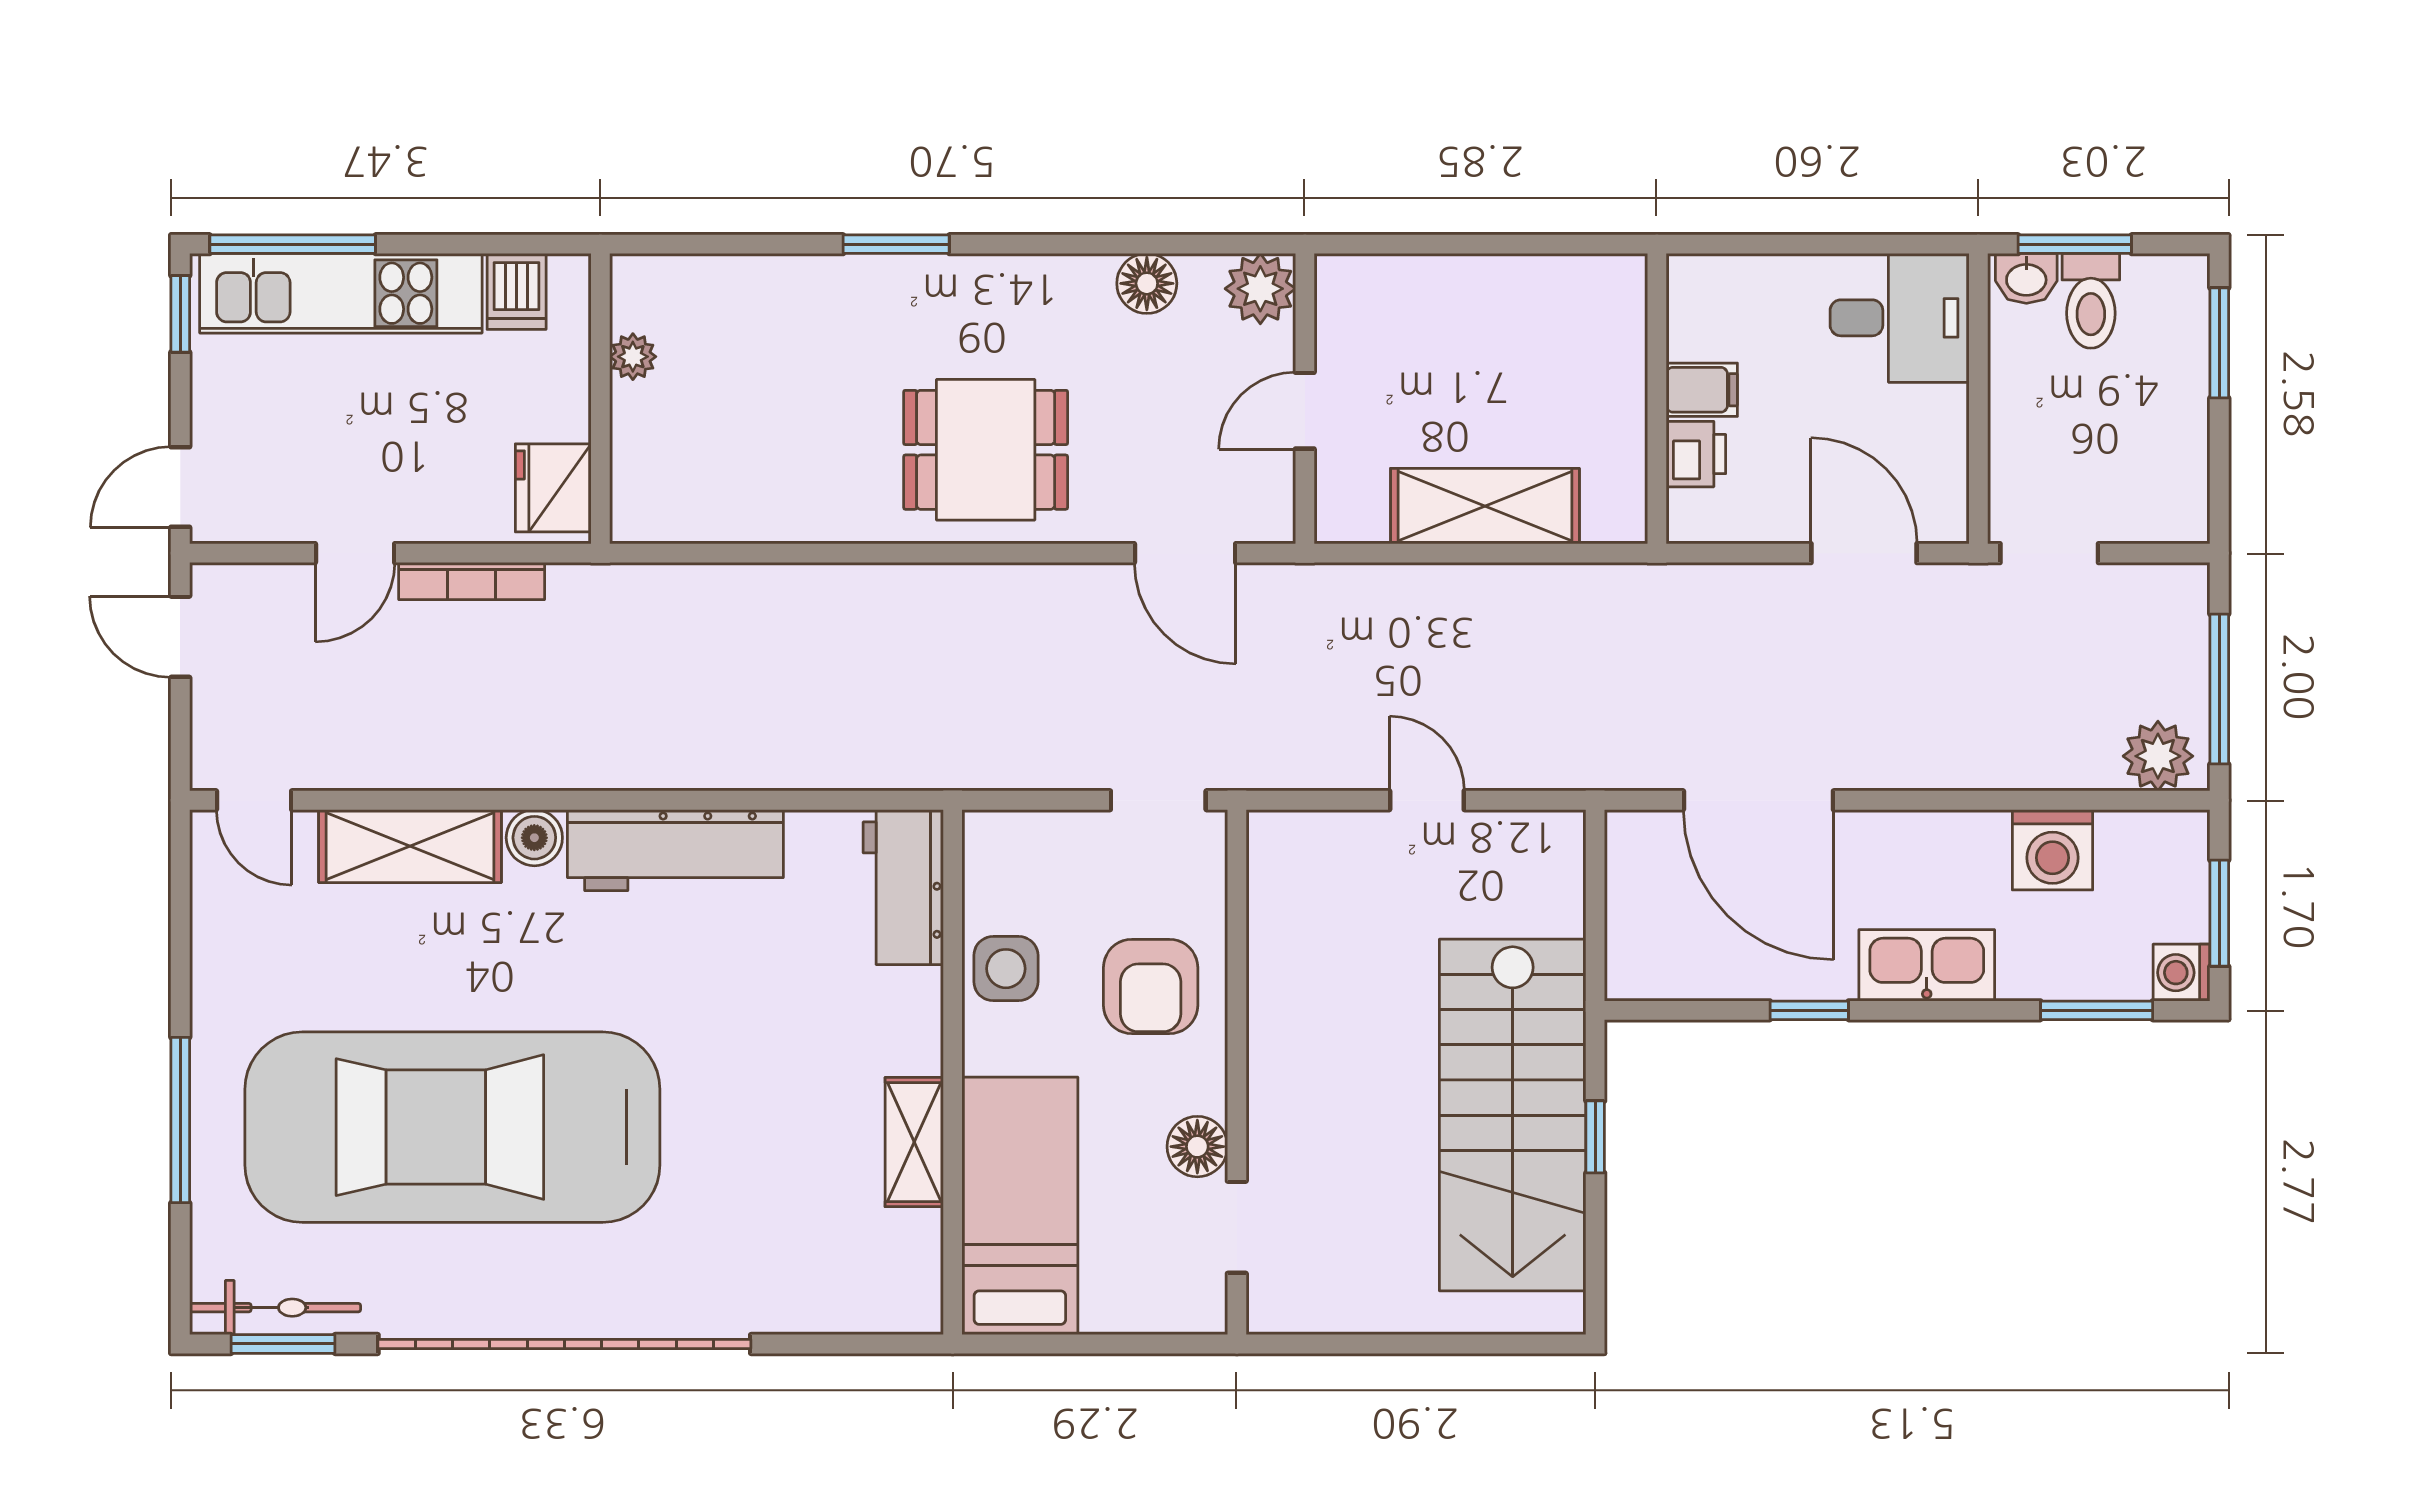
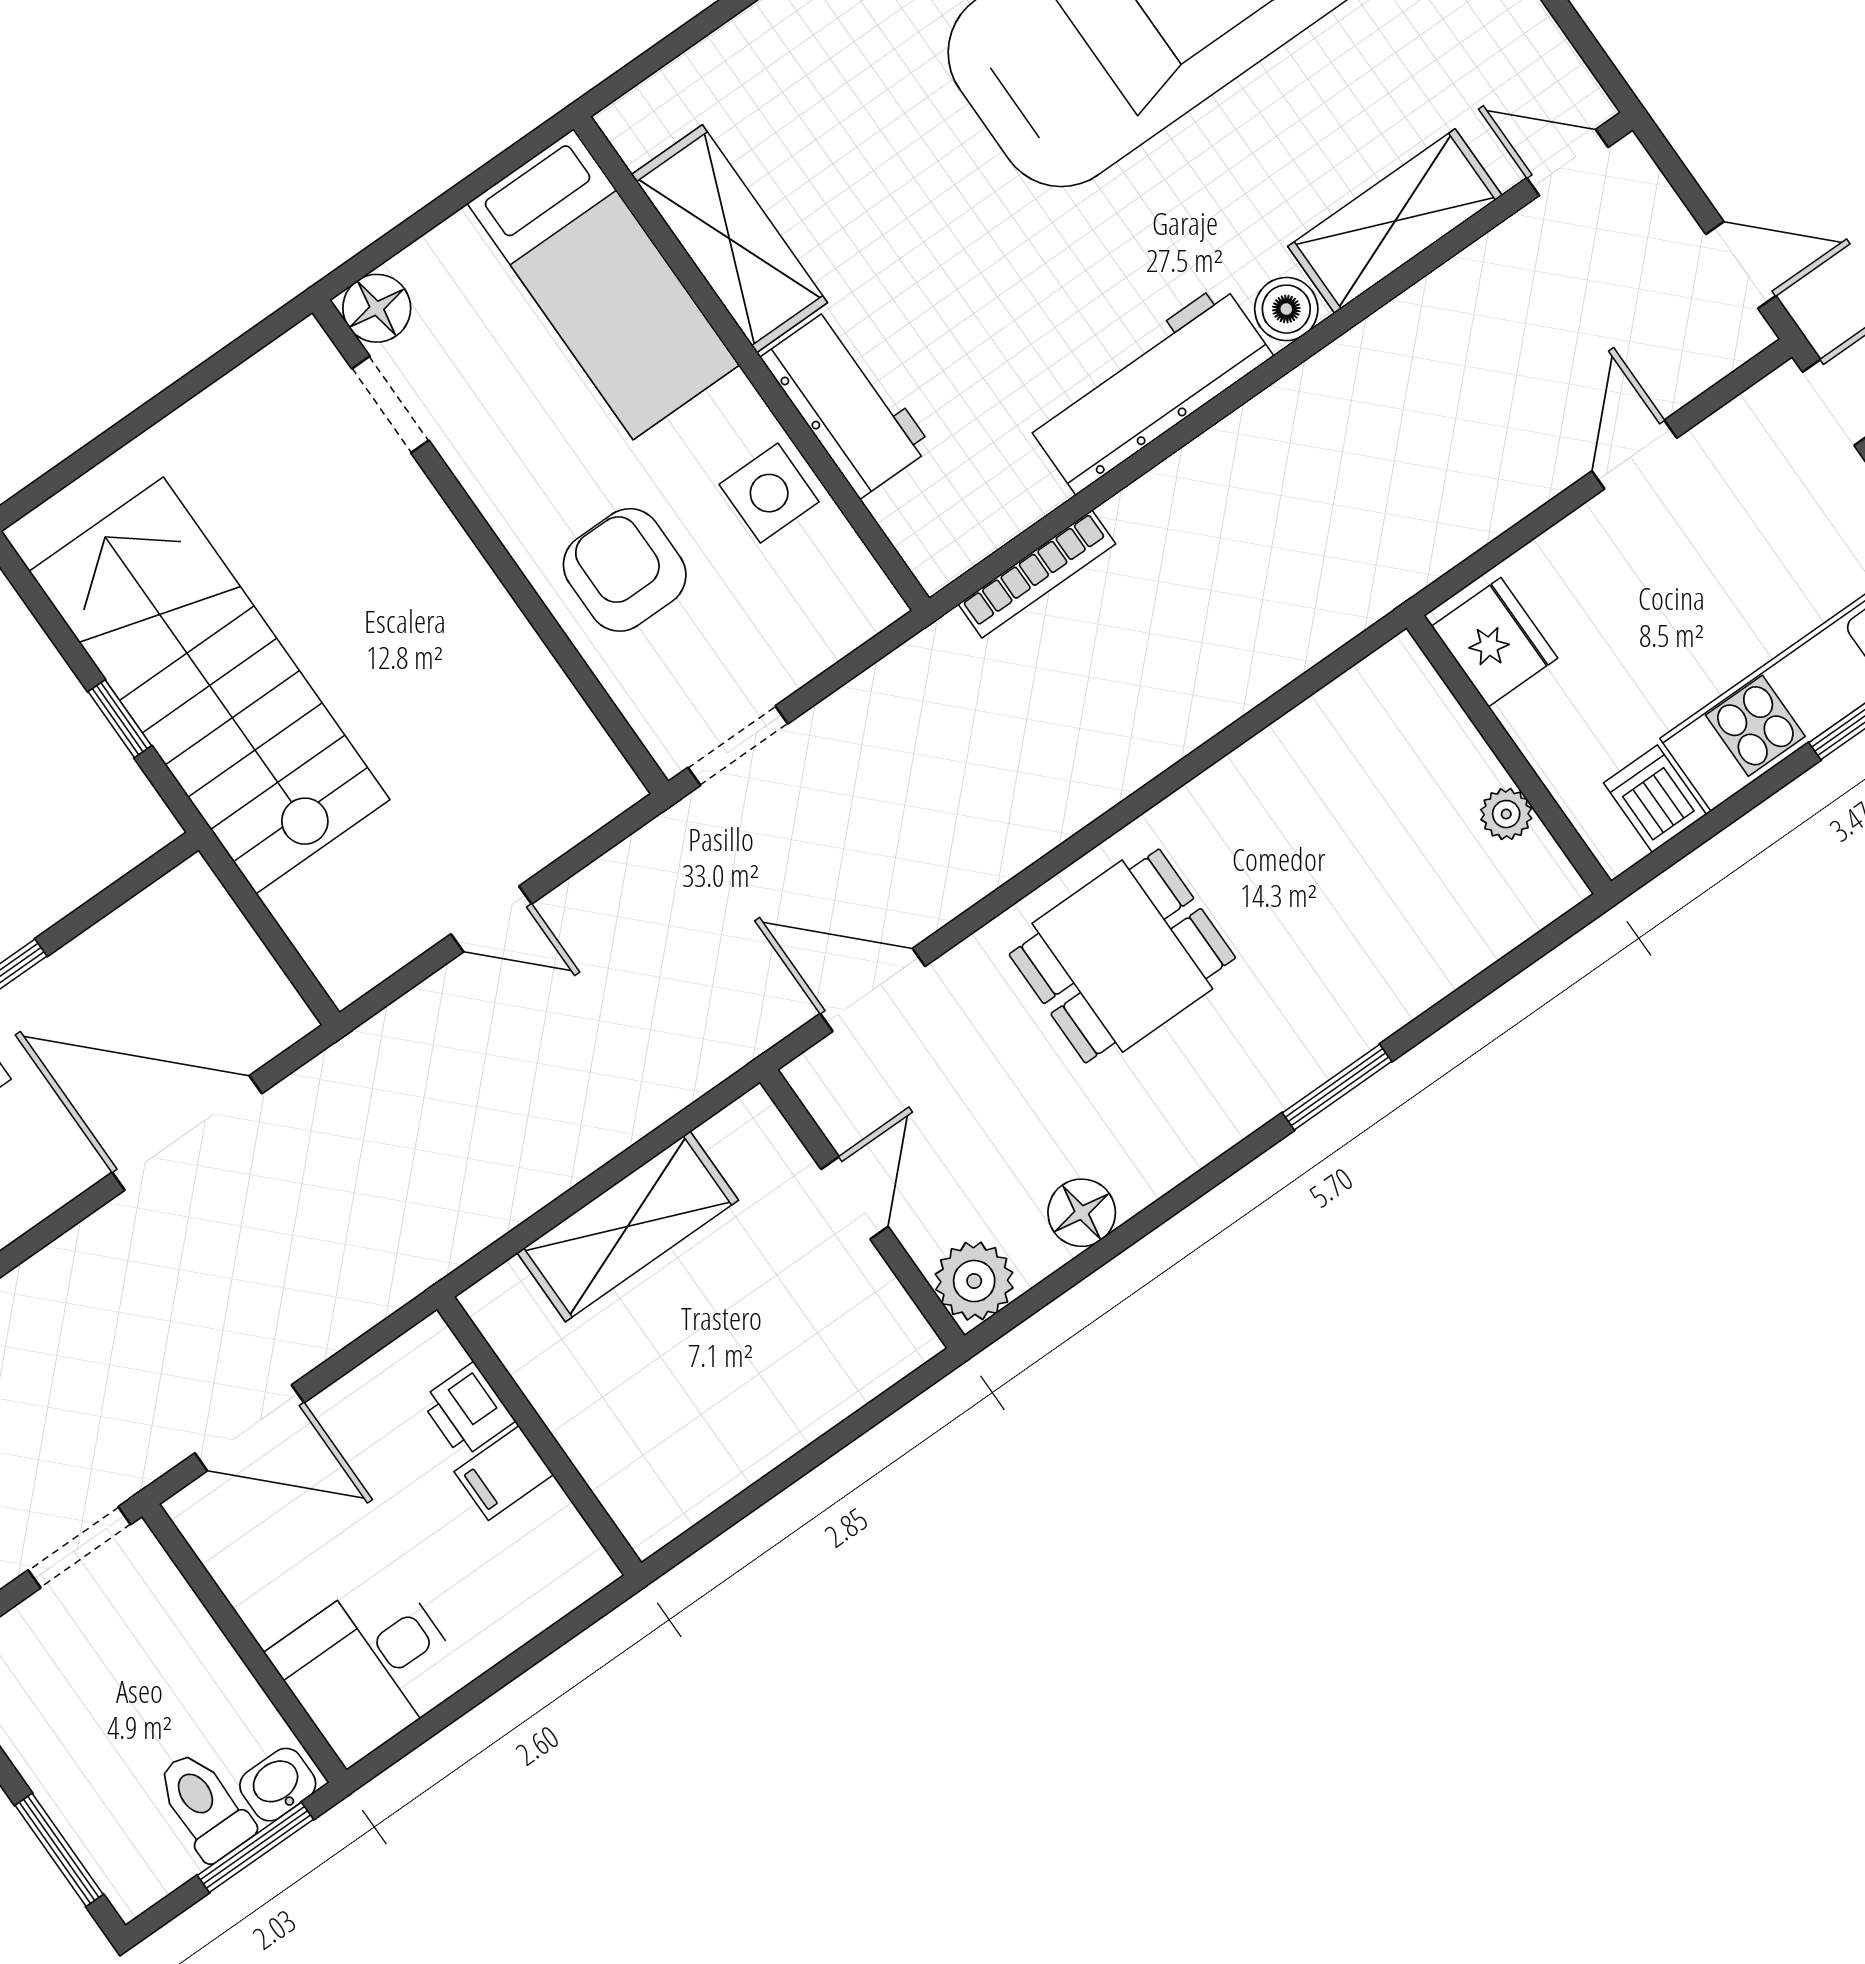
bookcase: (472, 581) -> (1037, 574), moved, turned 180
workbench: (903, 887) -> (846, 403), moved
shelving: (914, 1142) -> (729, 239), width x1.50, depth x1.33
floor lamp: (1197, 1147) -> (377, 308), moved

